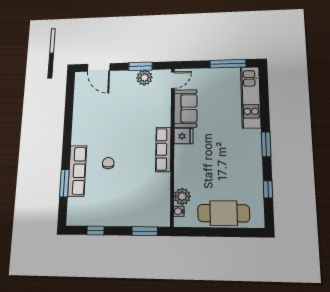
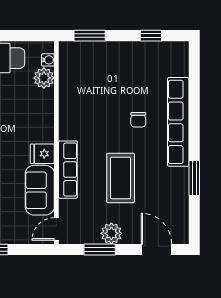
plant: (144, 78) -> (111, 233), moved
coffee table: (123, 119) -> (121, 178), added
row of seats: (163, 149) -> (68, 170), moved
row of seats: (77, 171) -> (178, 122), width x1.36
window: (64, 183) -> (194, 178), moved

